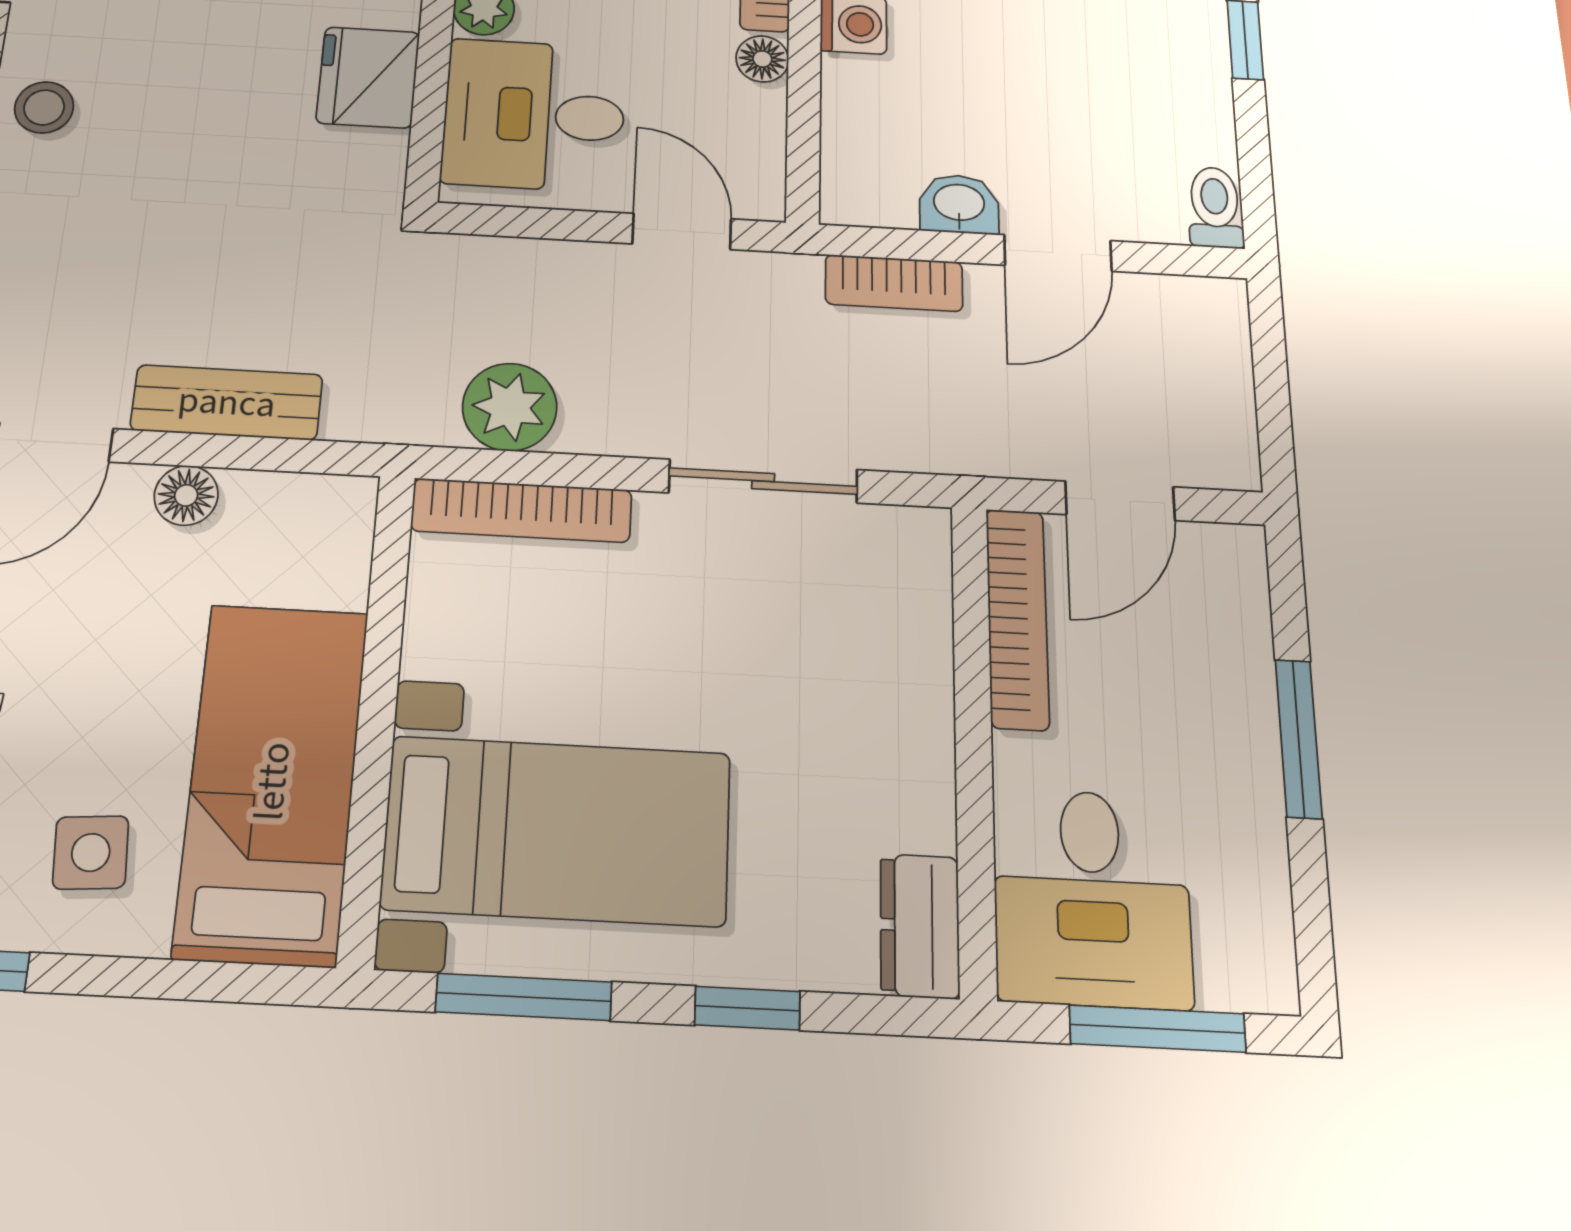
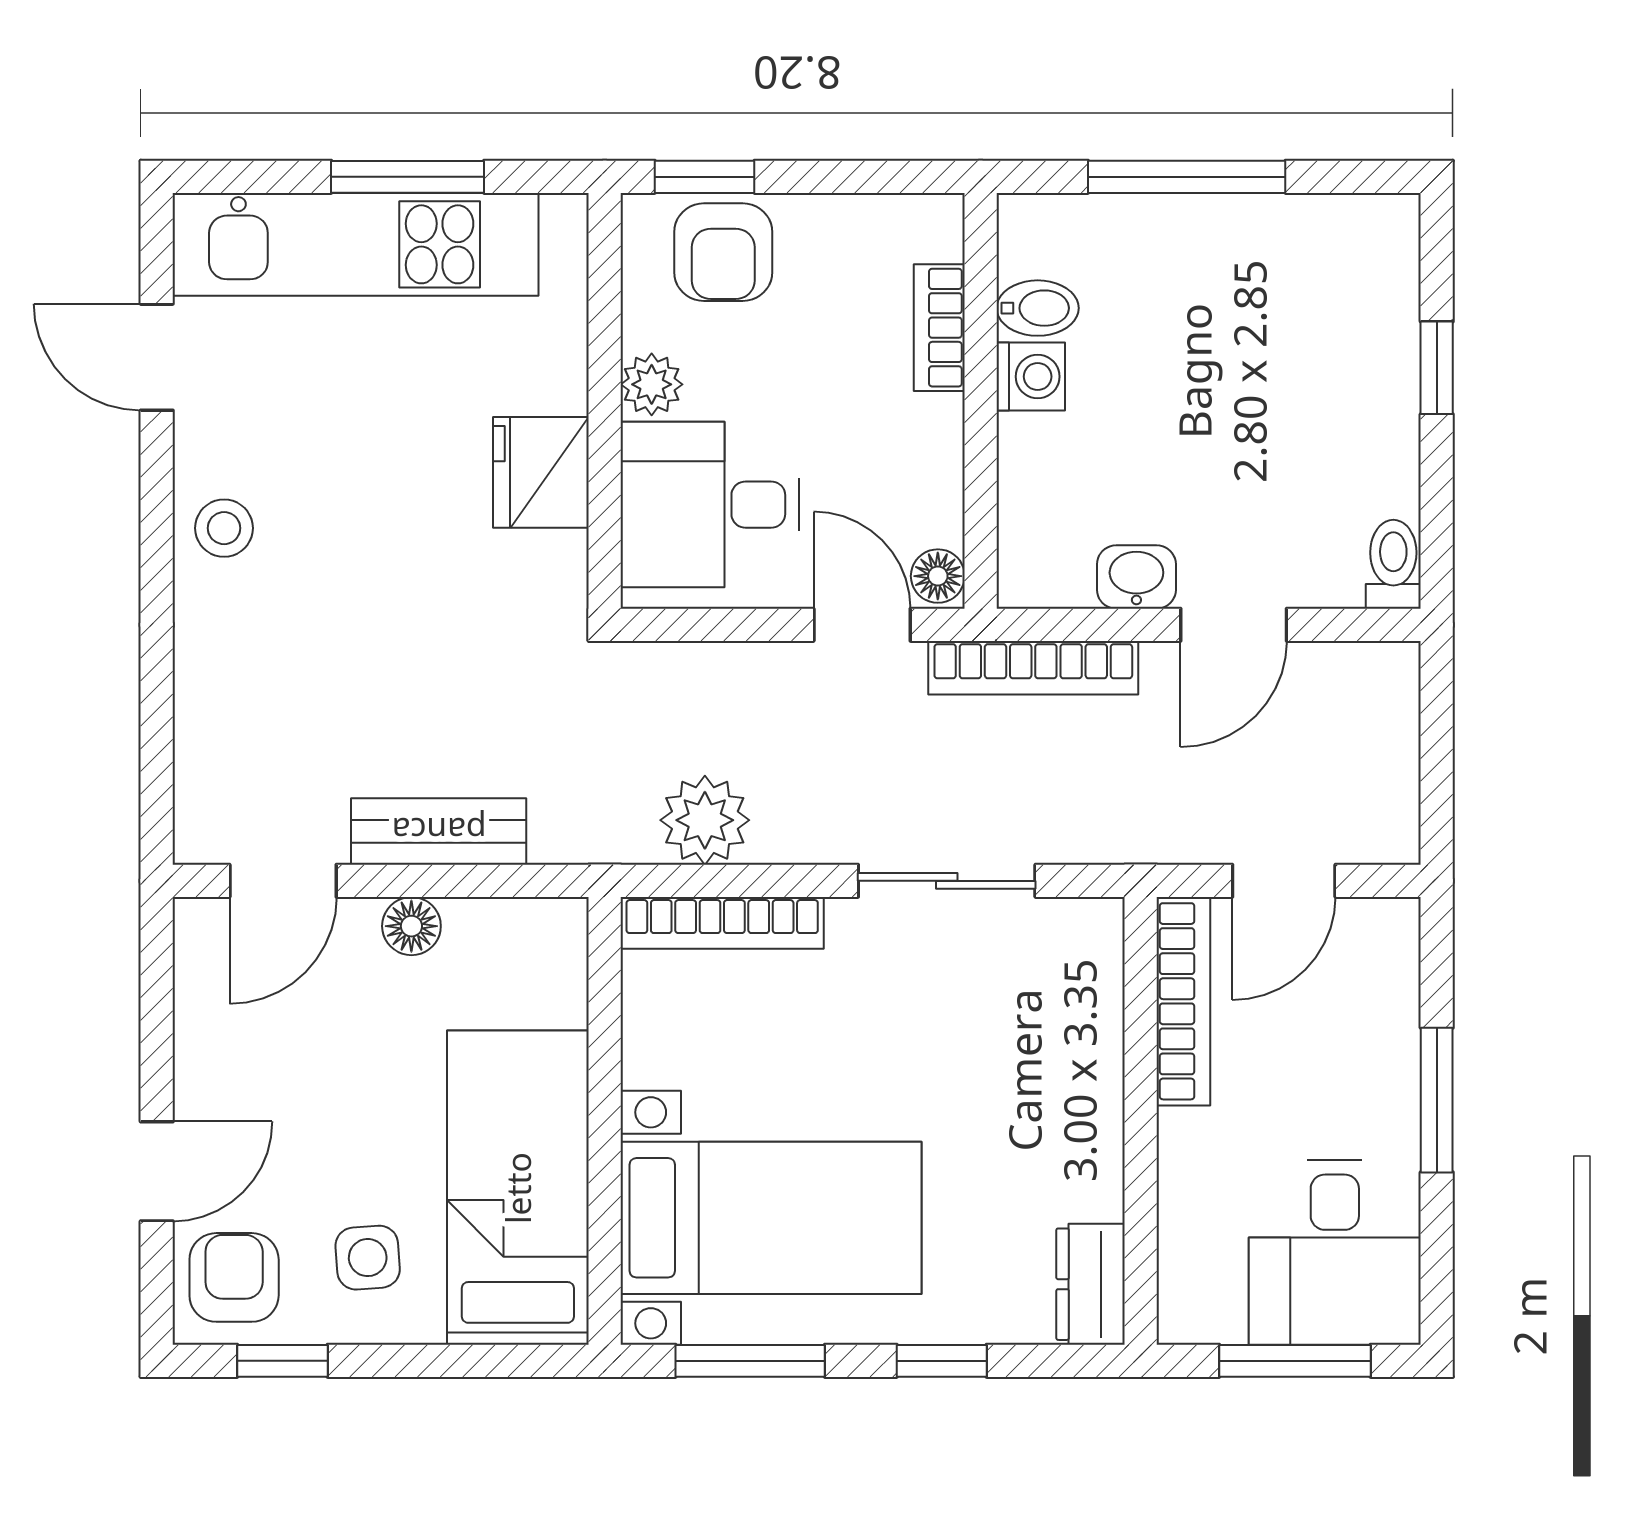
floor lamp: (762, 59) -> (938, 576), moved
bookcase: (894, 283) -> (1033, 668), width x1.56
desk: (1092, 898) -> (1335, 1252), moved

